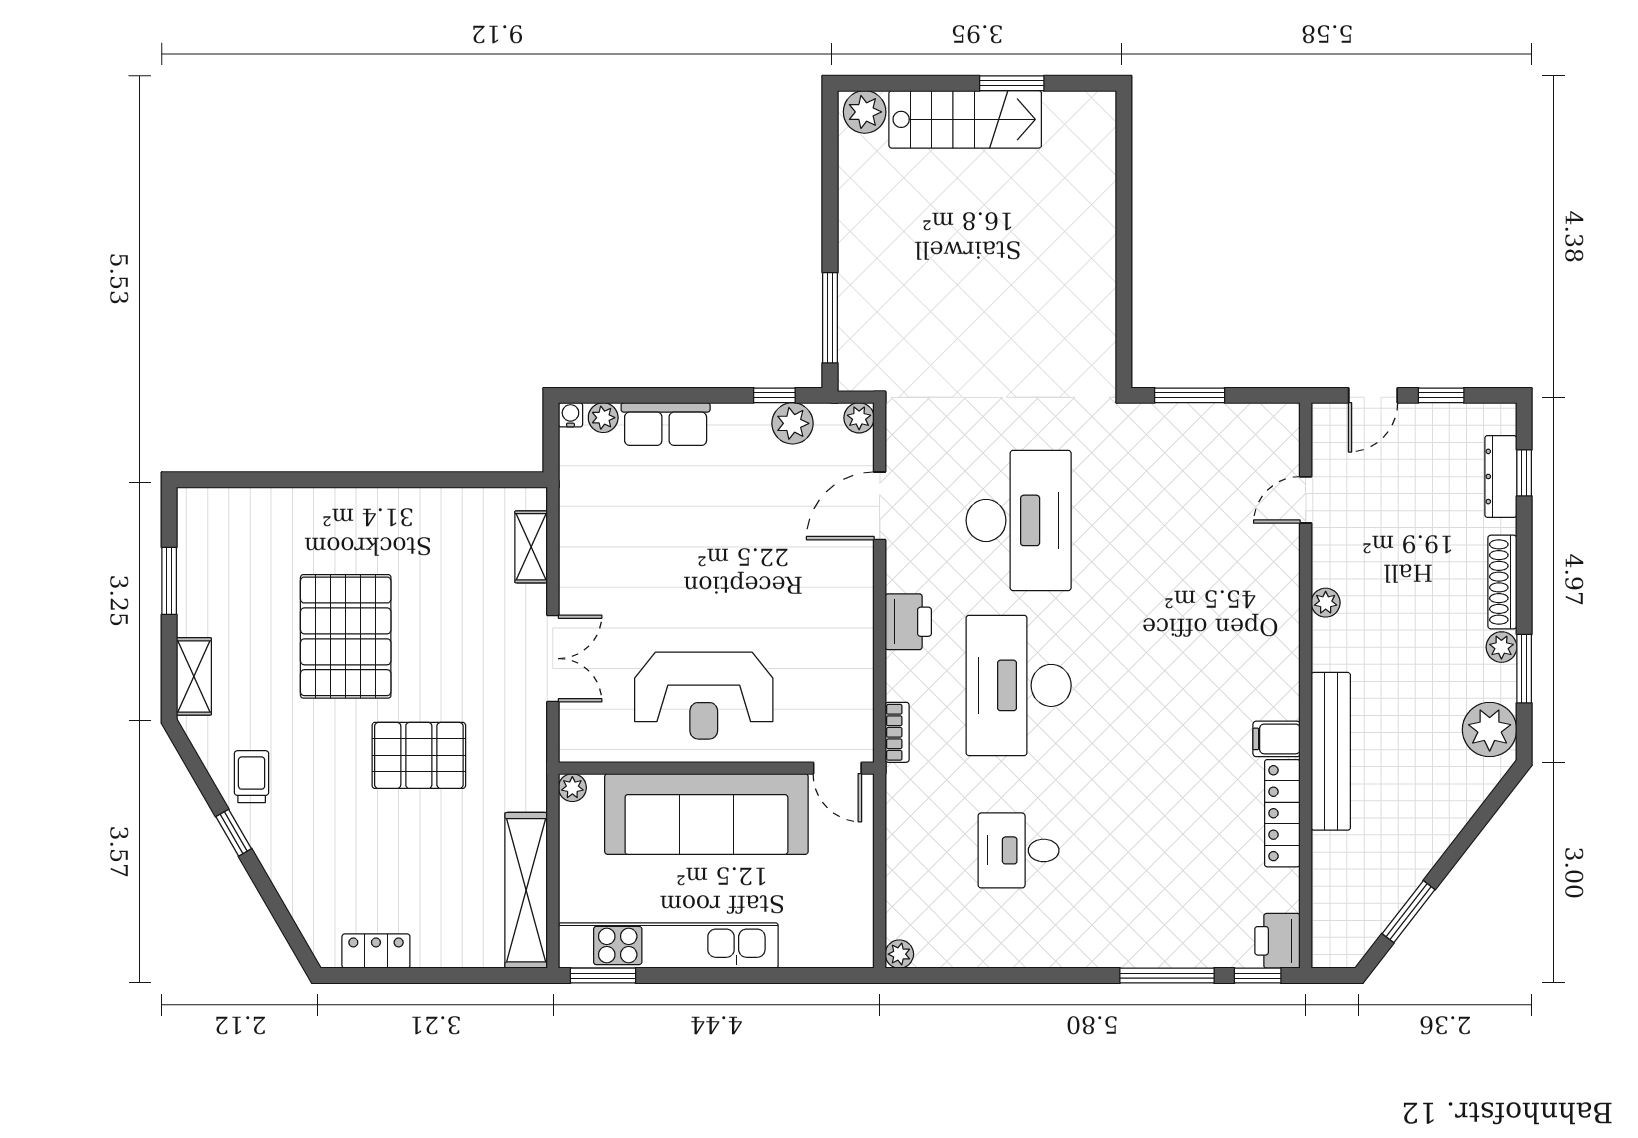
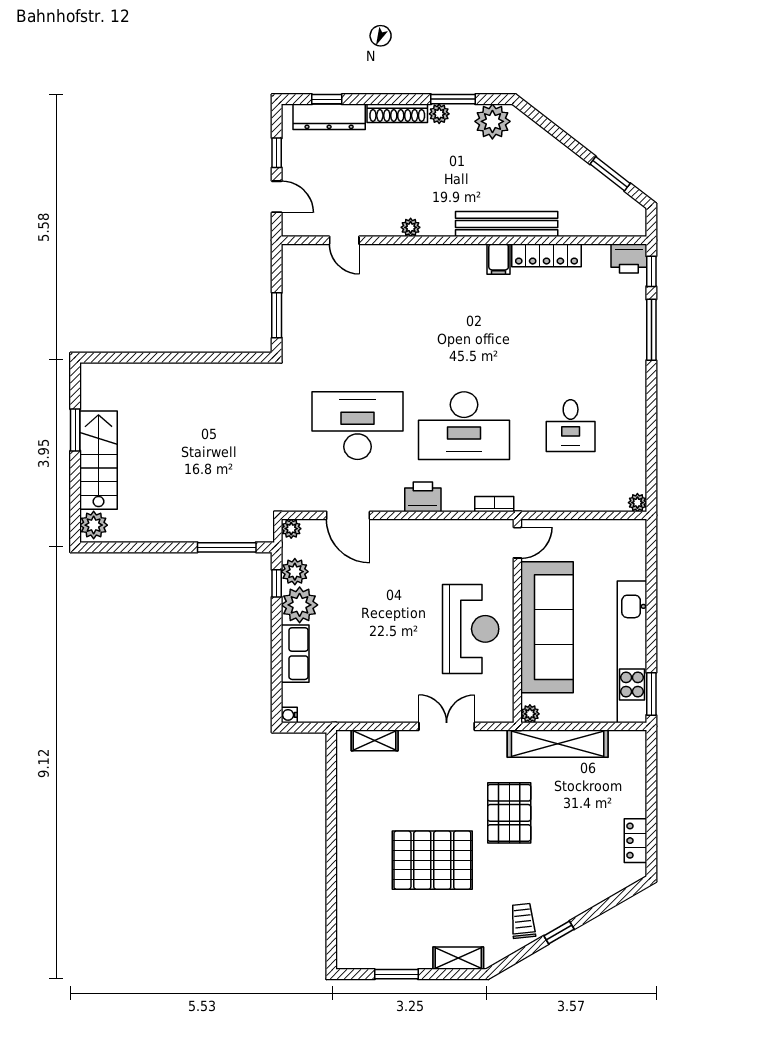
plant: (603, 418) -> (300, 605), moved, width x1.87, depth x1.87
dresser: (1501, 476) -> (329, 117), width x1.37, depth x1.24
trolley: (252, 777) -> (523, 921), turned 84
shelving: (526, 890) -> (558, 744), moved

